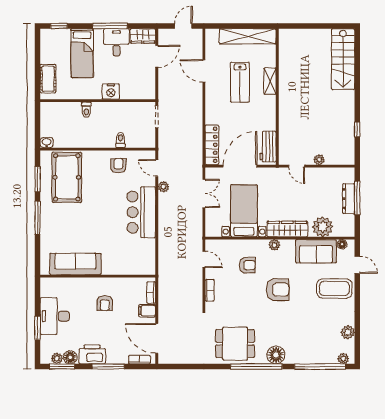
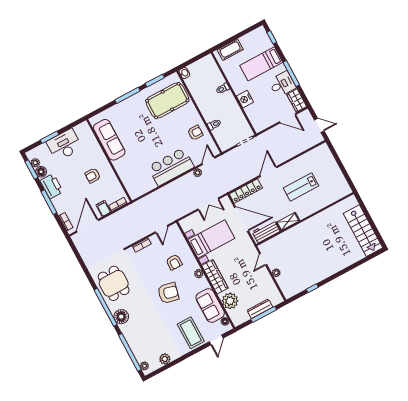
shelving: (248, 36) -> (336, 175), removed
stairs: (343, 59) -> (363, 231), moved, turned -90
door: (204, 71) -> (268, 172), moved
shelving: (270, 81) -> (288, 221), moved
armchair: (278, 290) -> (168, 293), turned -77

